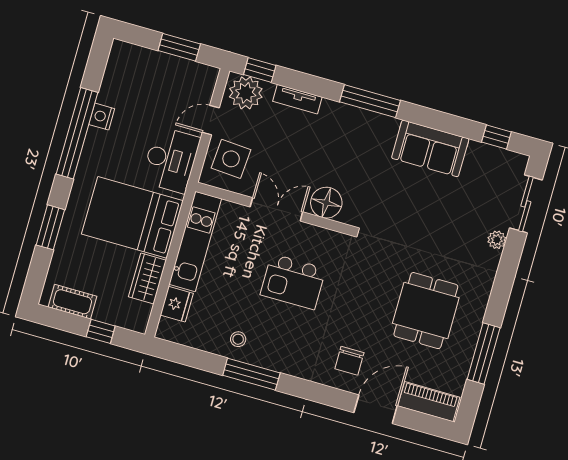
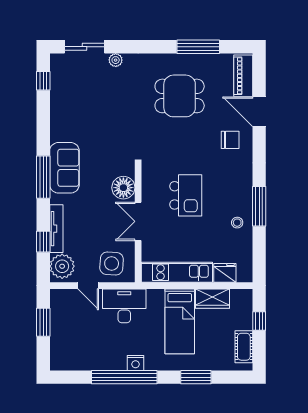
window: (260, 70) -> (43, 242), moved
tv unit: (297, 99) -> (56, 229), width x1.41
nightstand: (102, 117) -> (136, 363), moved
sofa: (430, 148) -> (64, 168), moved
bed: (132, 217) -> (180, 321), width x0.67

